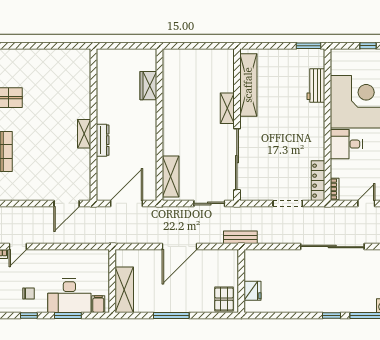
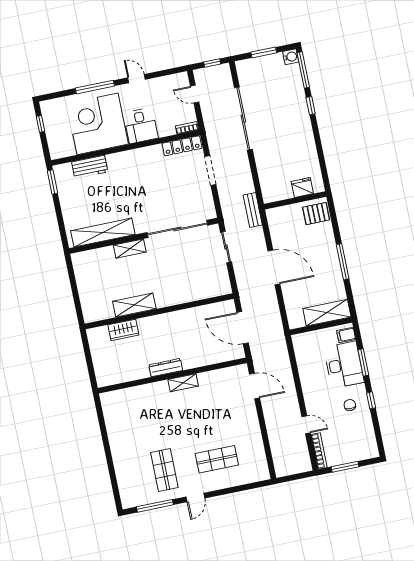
dresser: (103, 140) -> (166, 368), moved
shelving: (171, 177) -> (134, 305), moved

